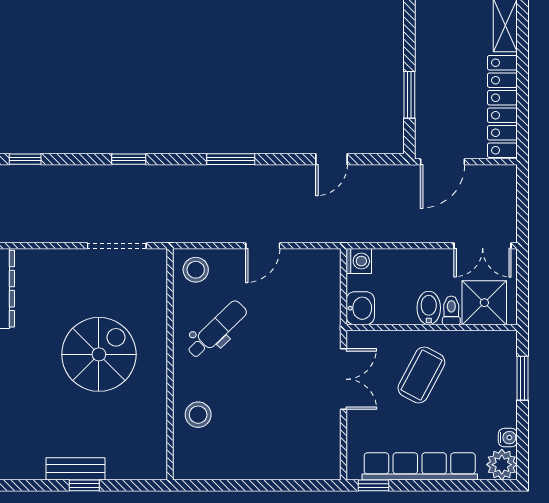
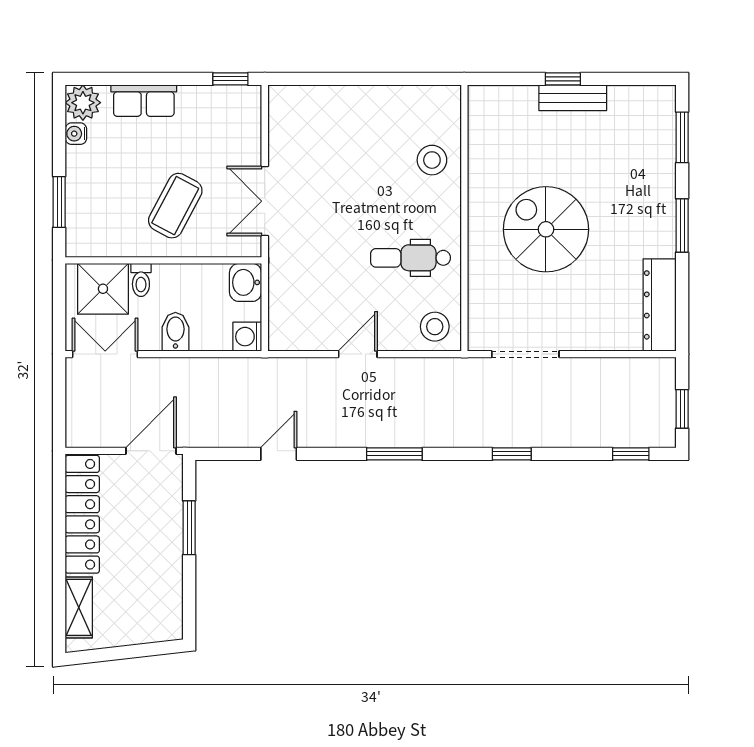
bidet: (429, 308) -> (175, 332), moved, turned 180
dental chair: (217, 330) -> (410, 258), turned 44
spiral stairs: (99, 354) -> (546, 229), turned 90
row of seats: (420, 466) -> (144, 101), width x0.50

